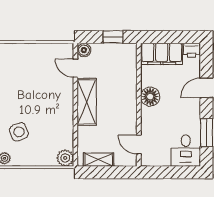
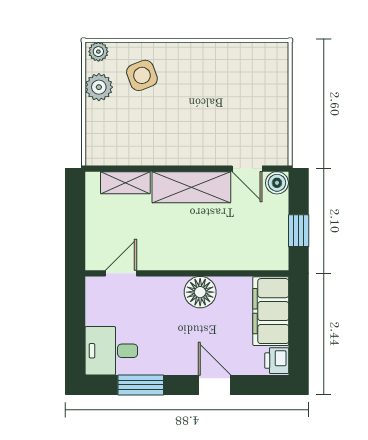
door: (75, 68) -> (247, 169), swing flipped
plant: (65, 158) -> (99, 87), moved
shelving: (99, 160) -> (125, 183), moved, turned 90

